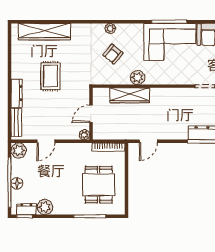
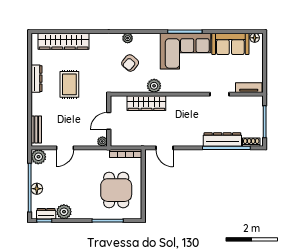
dresser: (17, 93) -> (36, 79), moved
door: (148, 141) -> (164, 148), hinge flipped

